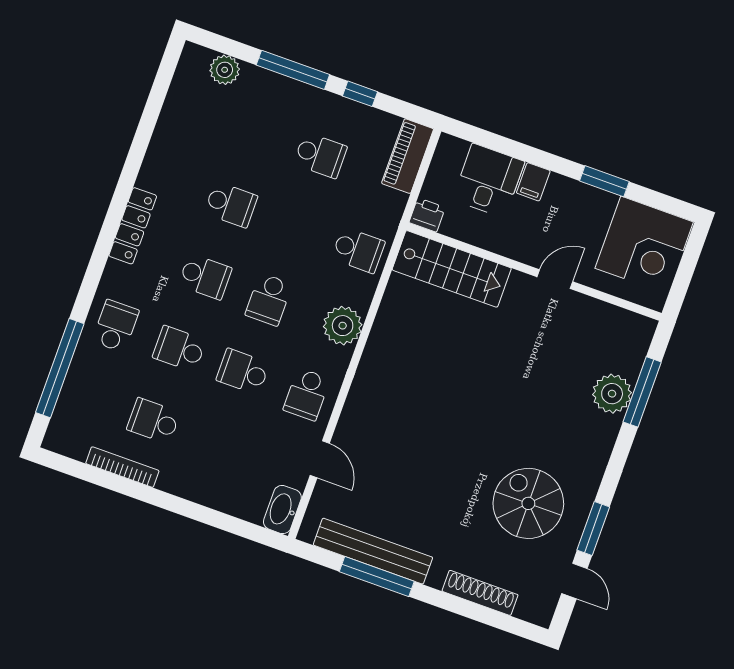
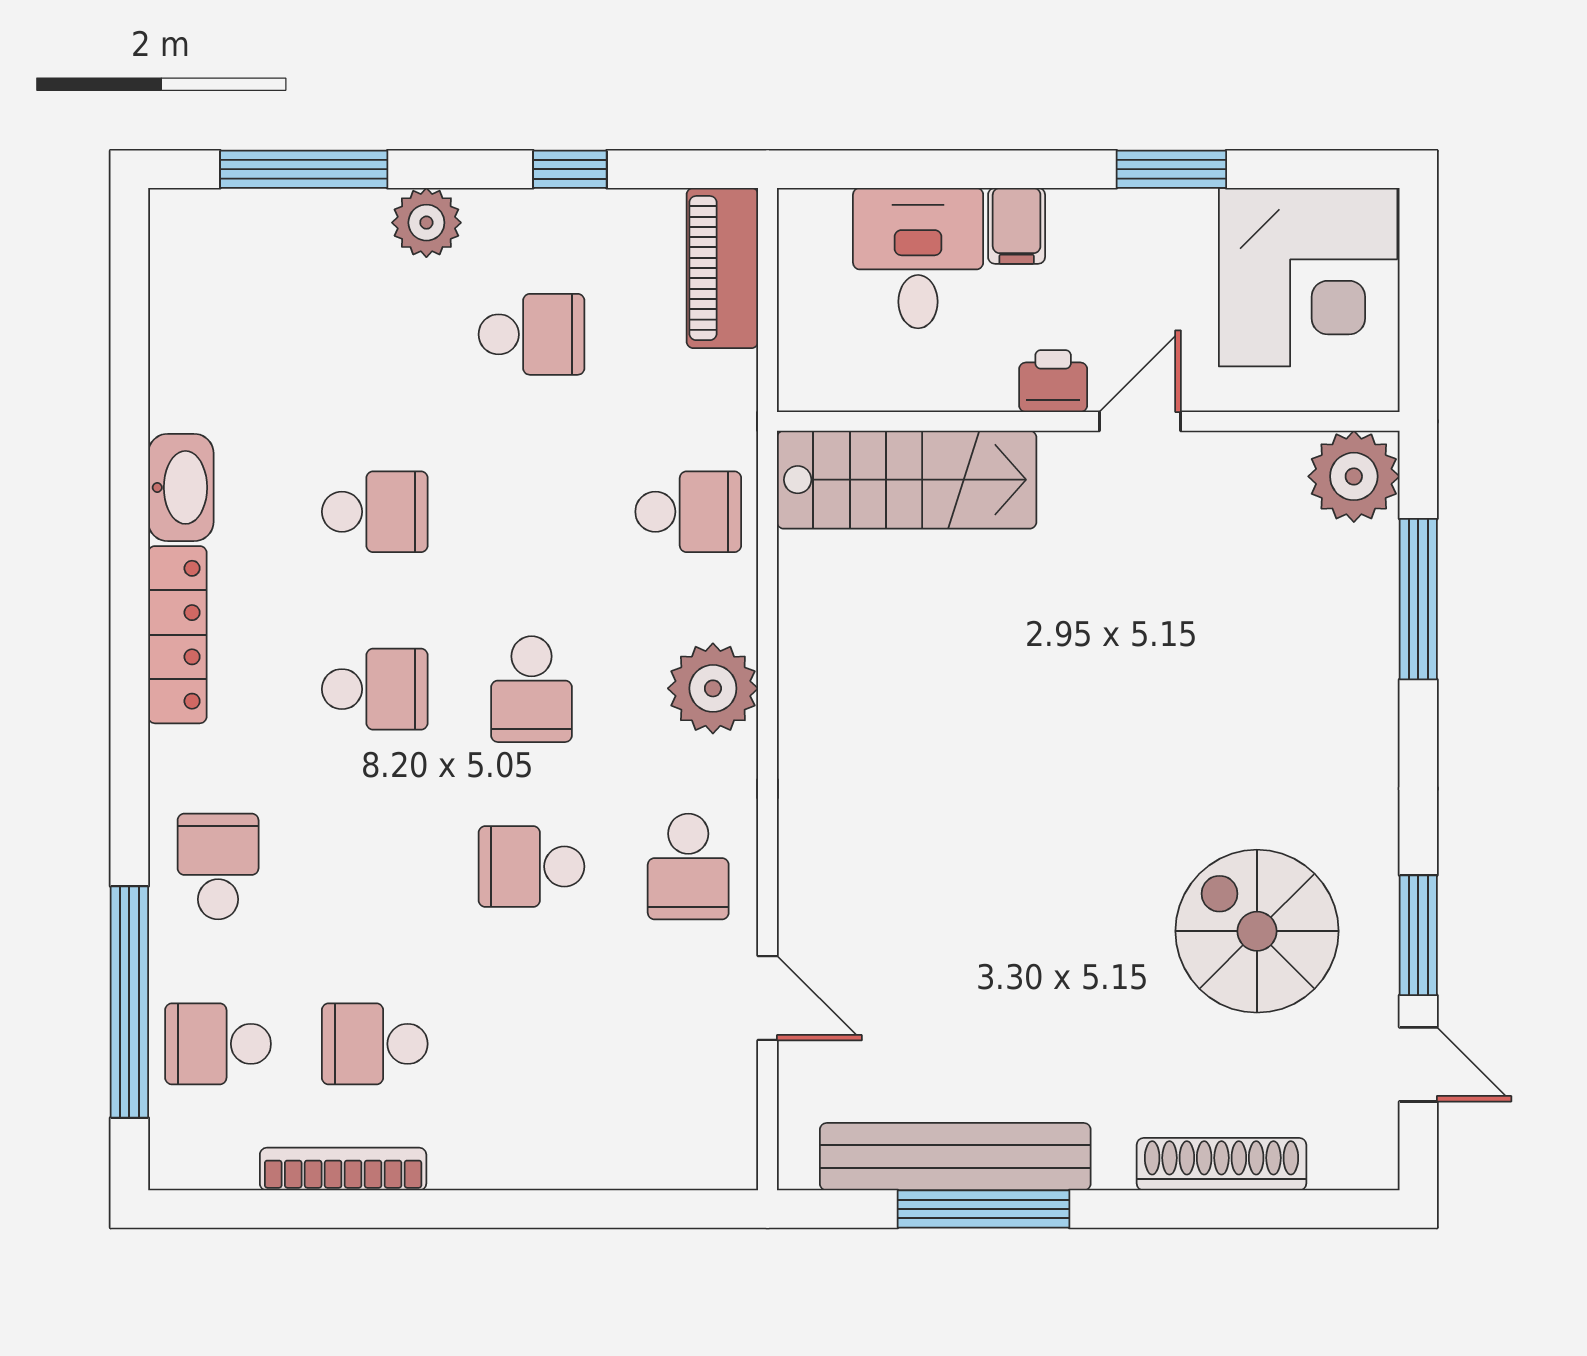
plant: (225, 70) -> (426, 223), moved
window: (293, 70) -> (304, 169), moved
printer: (427, 215) -> (1053, 381), moved
school desk: (179, 349) -> (218, 1044), moved
plant: (612, 394) -> (1354, 476), moved
washbasin: (282, 510) -> (181, 487), moved, turned 180

